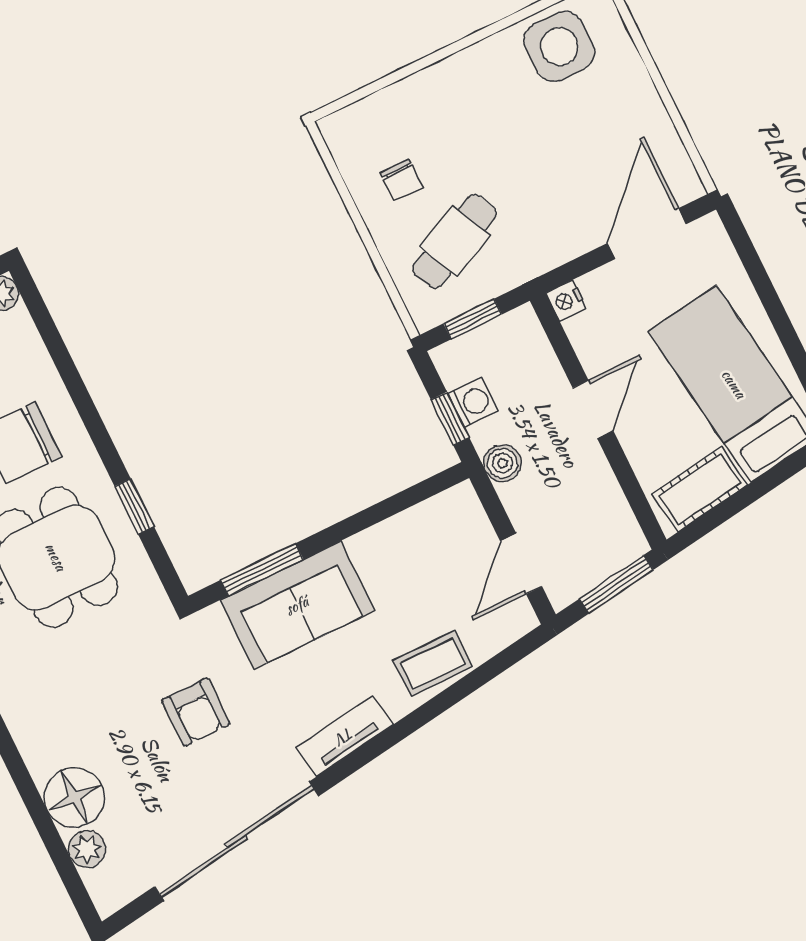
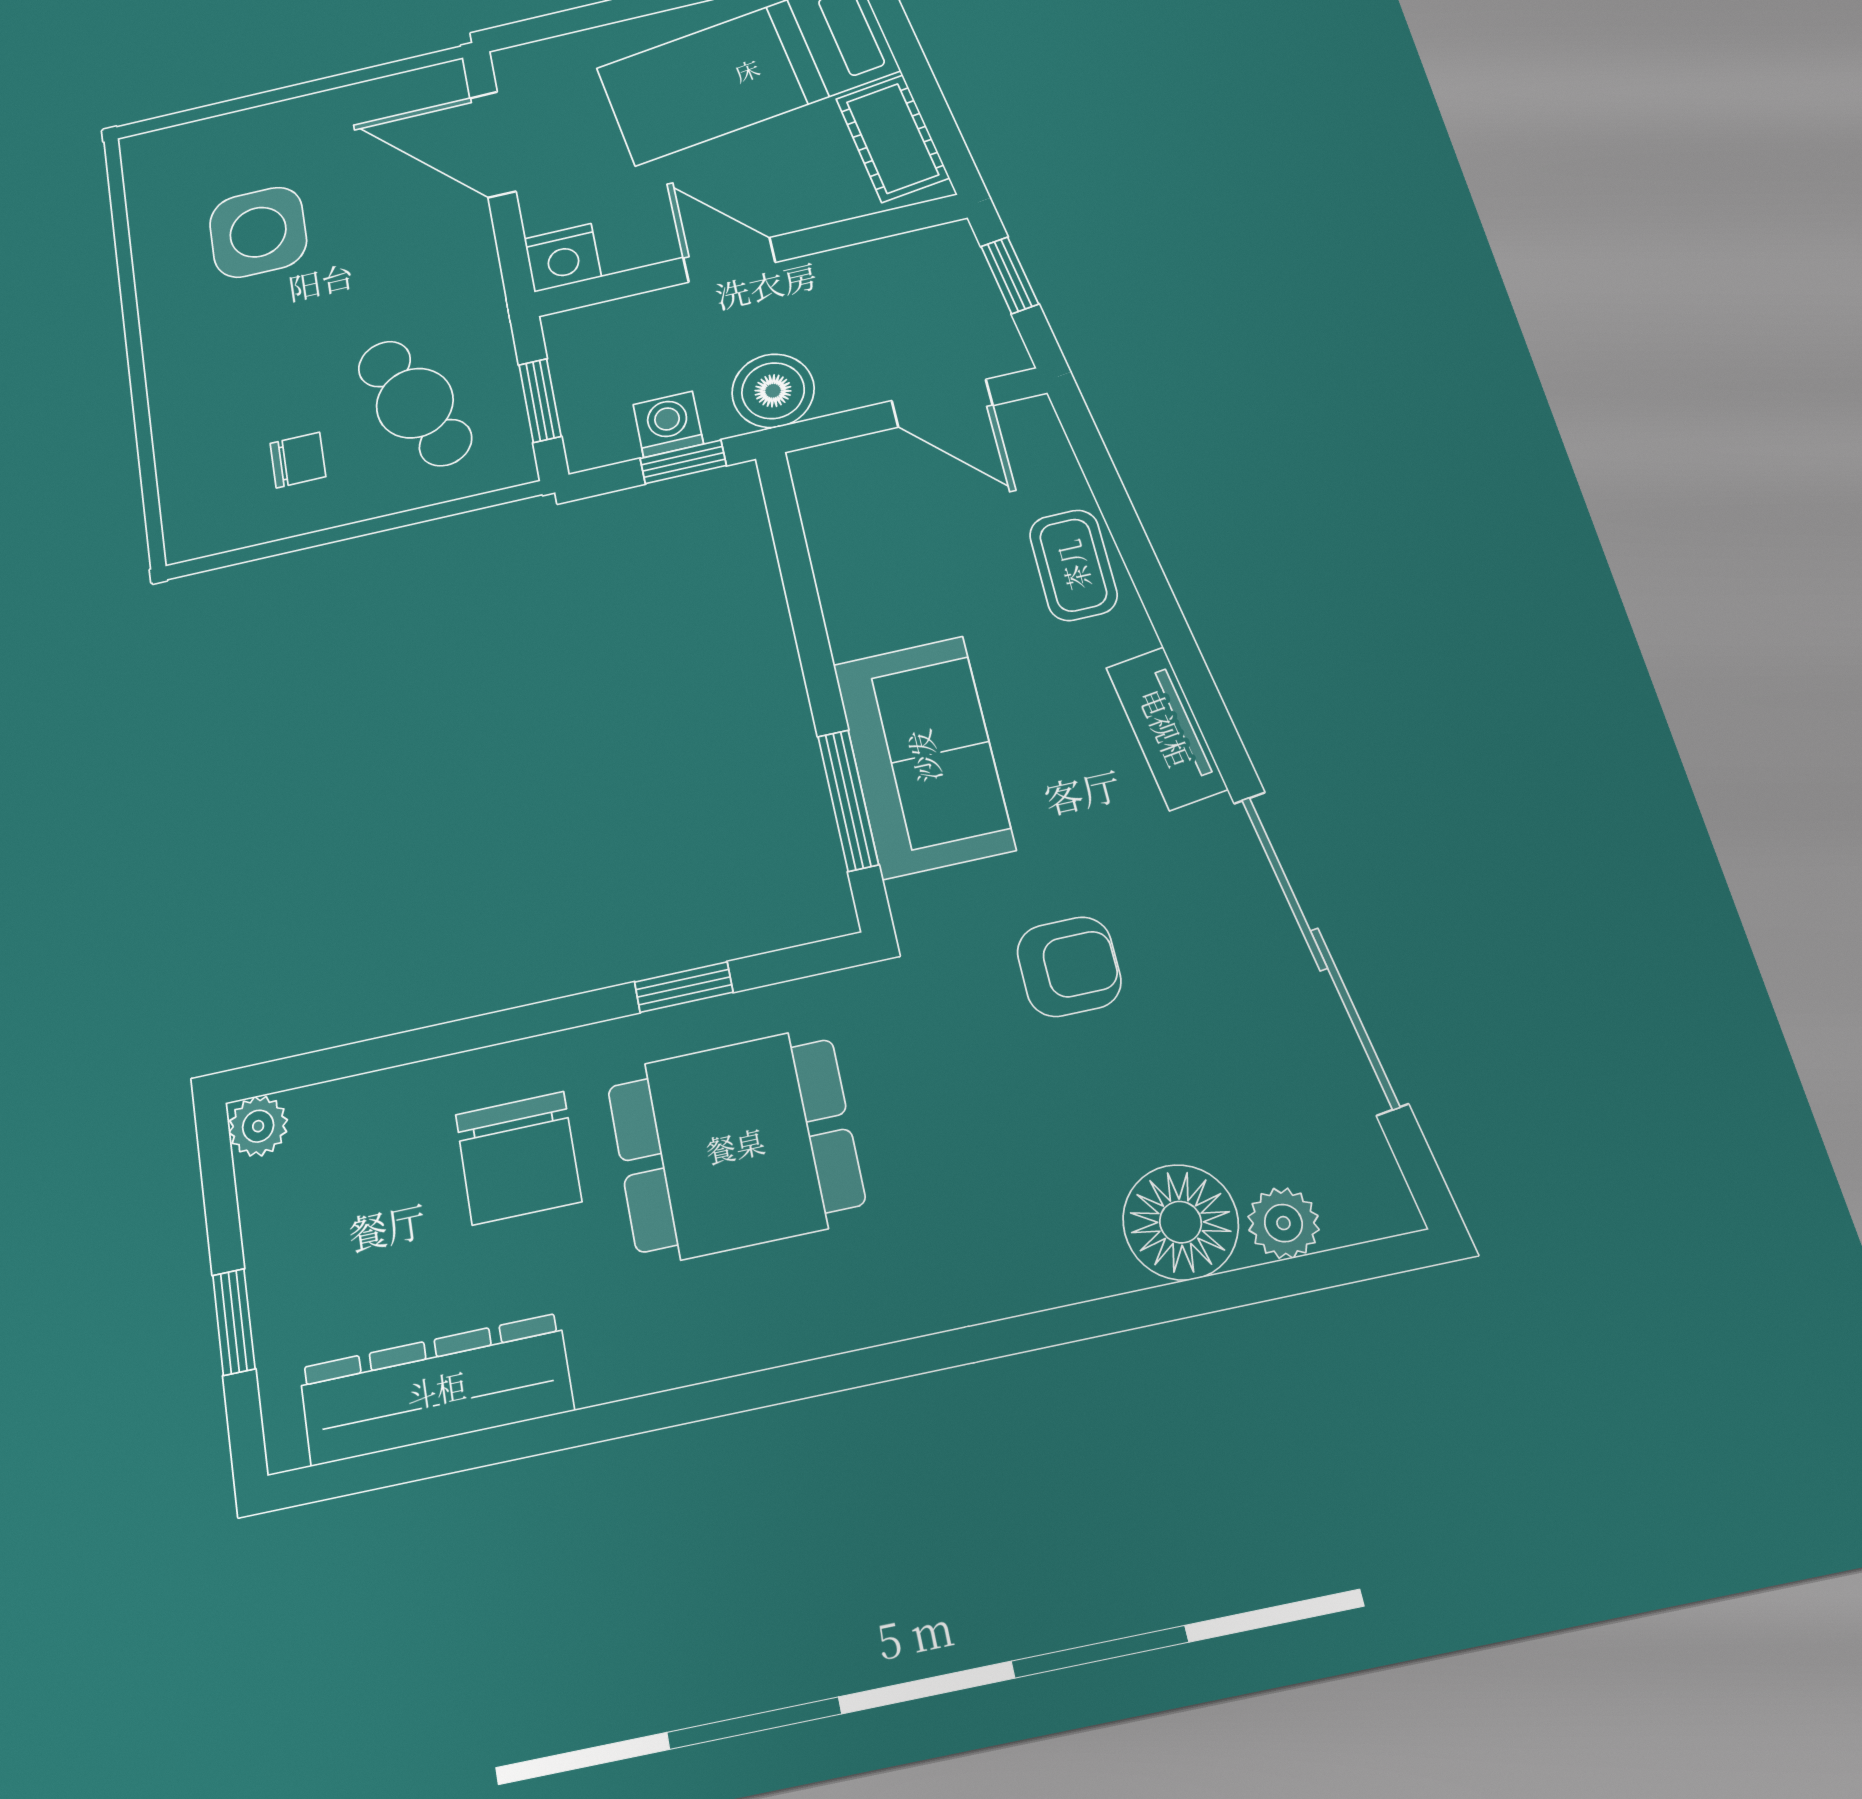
side table: (559, 46) -> (258, 232), moved
nightstand: (566, 301) -> (563, 258), width x1.39, depth x1.35
boiler: (502, 463) -> (773, 391), width x1.36, depth x1.36
window: (616, 584) -> (1010, 275), width x0.67

